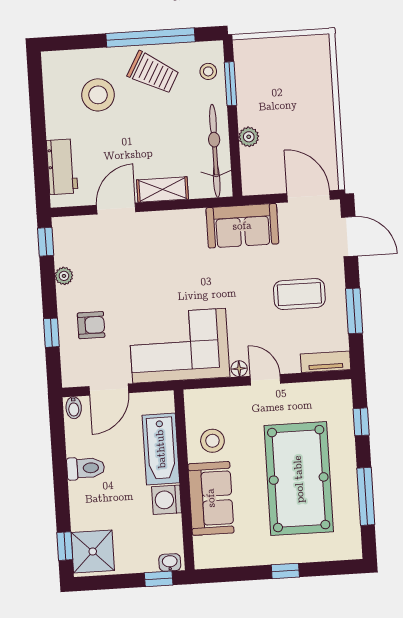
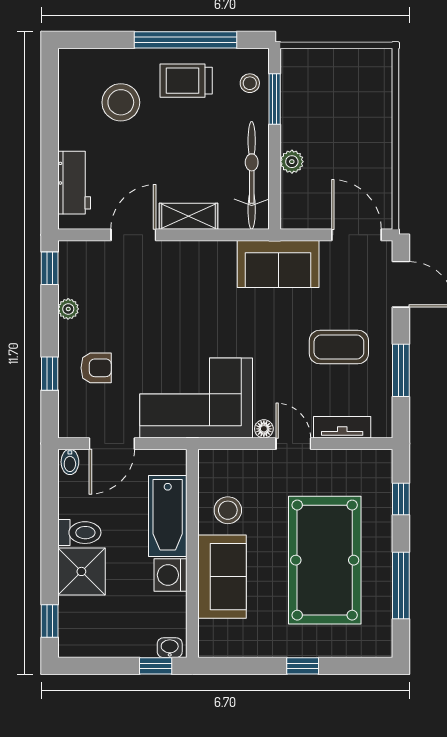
trolley: (153, 73) -> (186, 81), turned 151
tv unit: (326, 362) -> (342, 427), moved
shower: (93, 552) -> (81, 571), moved

